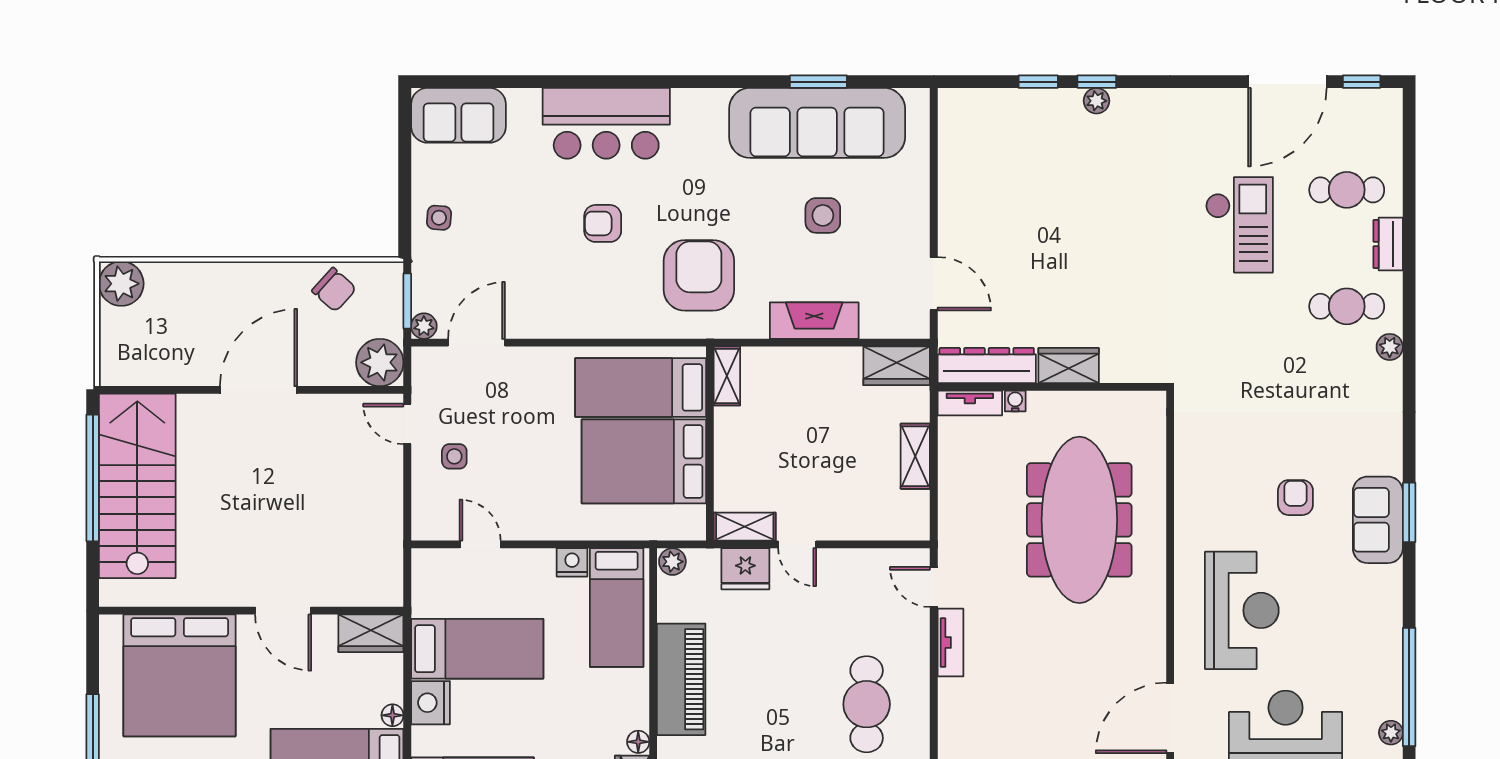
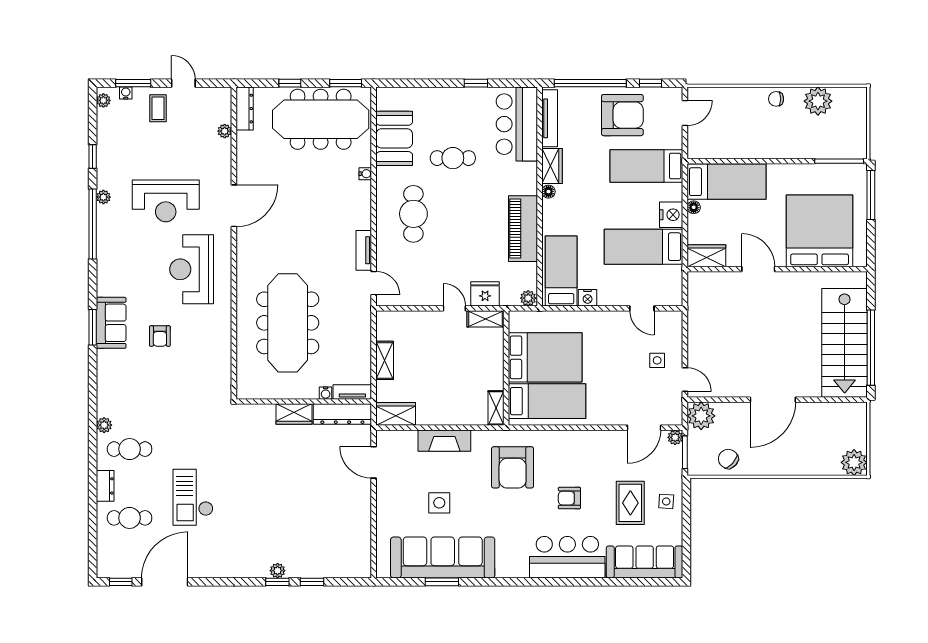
sofa: (458, 115) -> (645, 562), width x1.36
rug: (500, 215) -> (630, 503), added
armchair: (603, 223) -> (569, 498), turned 180

